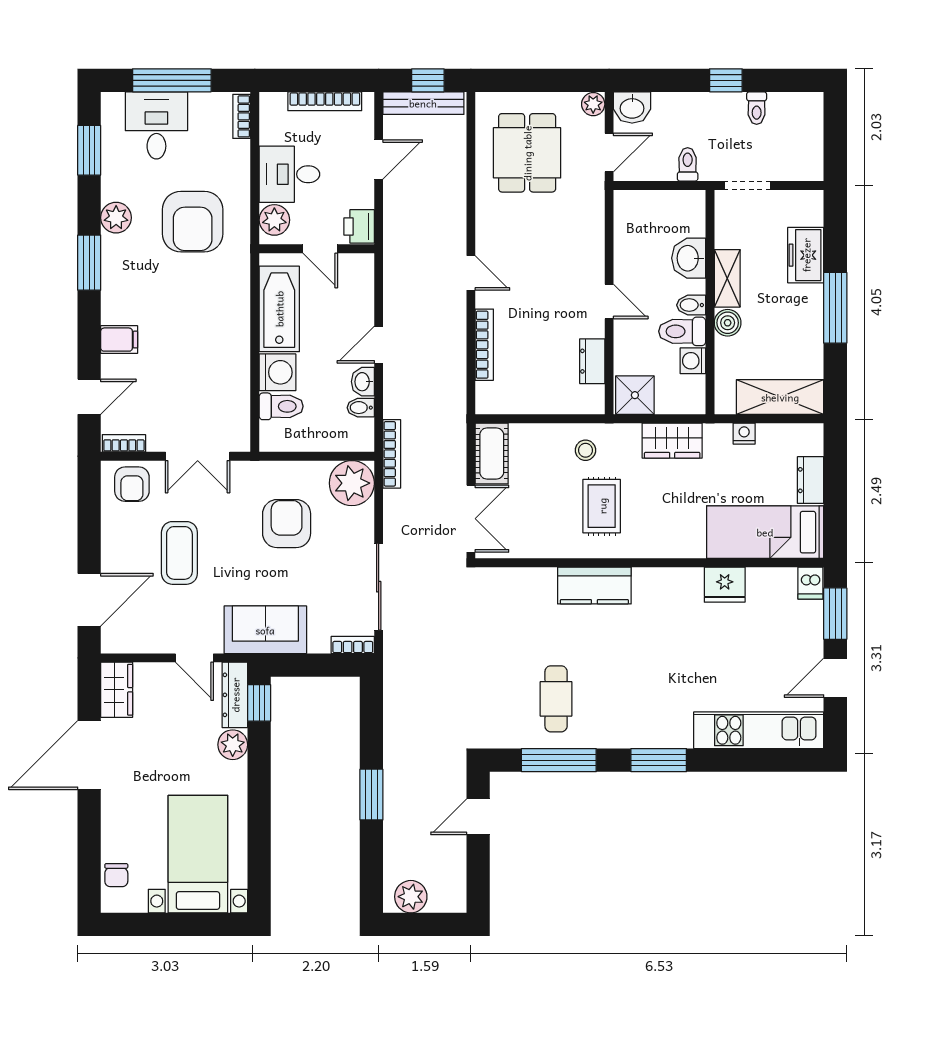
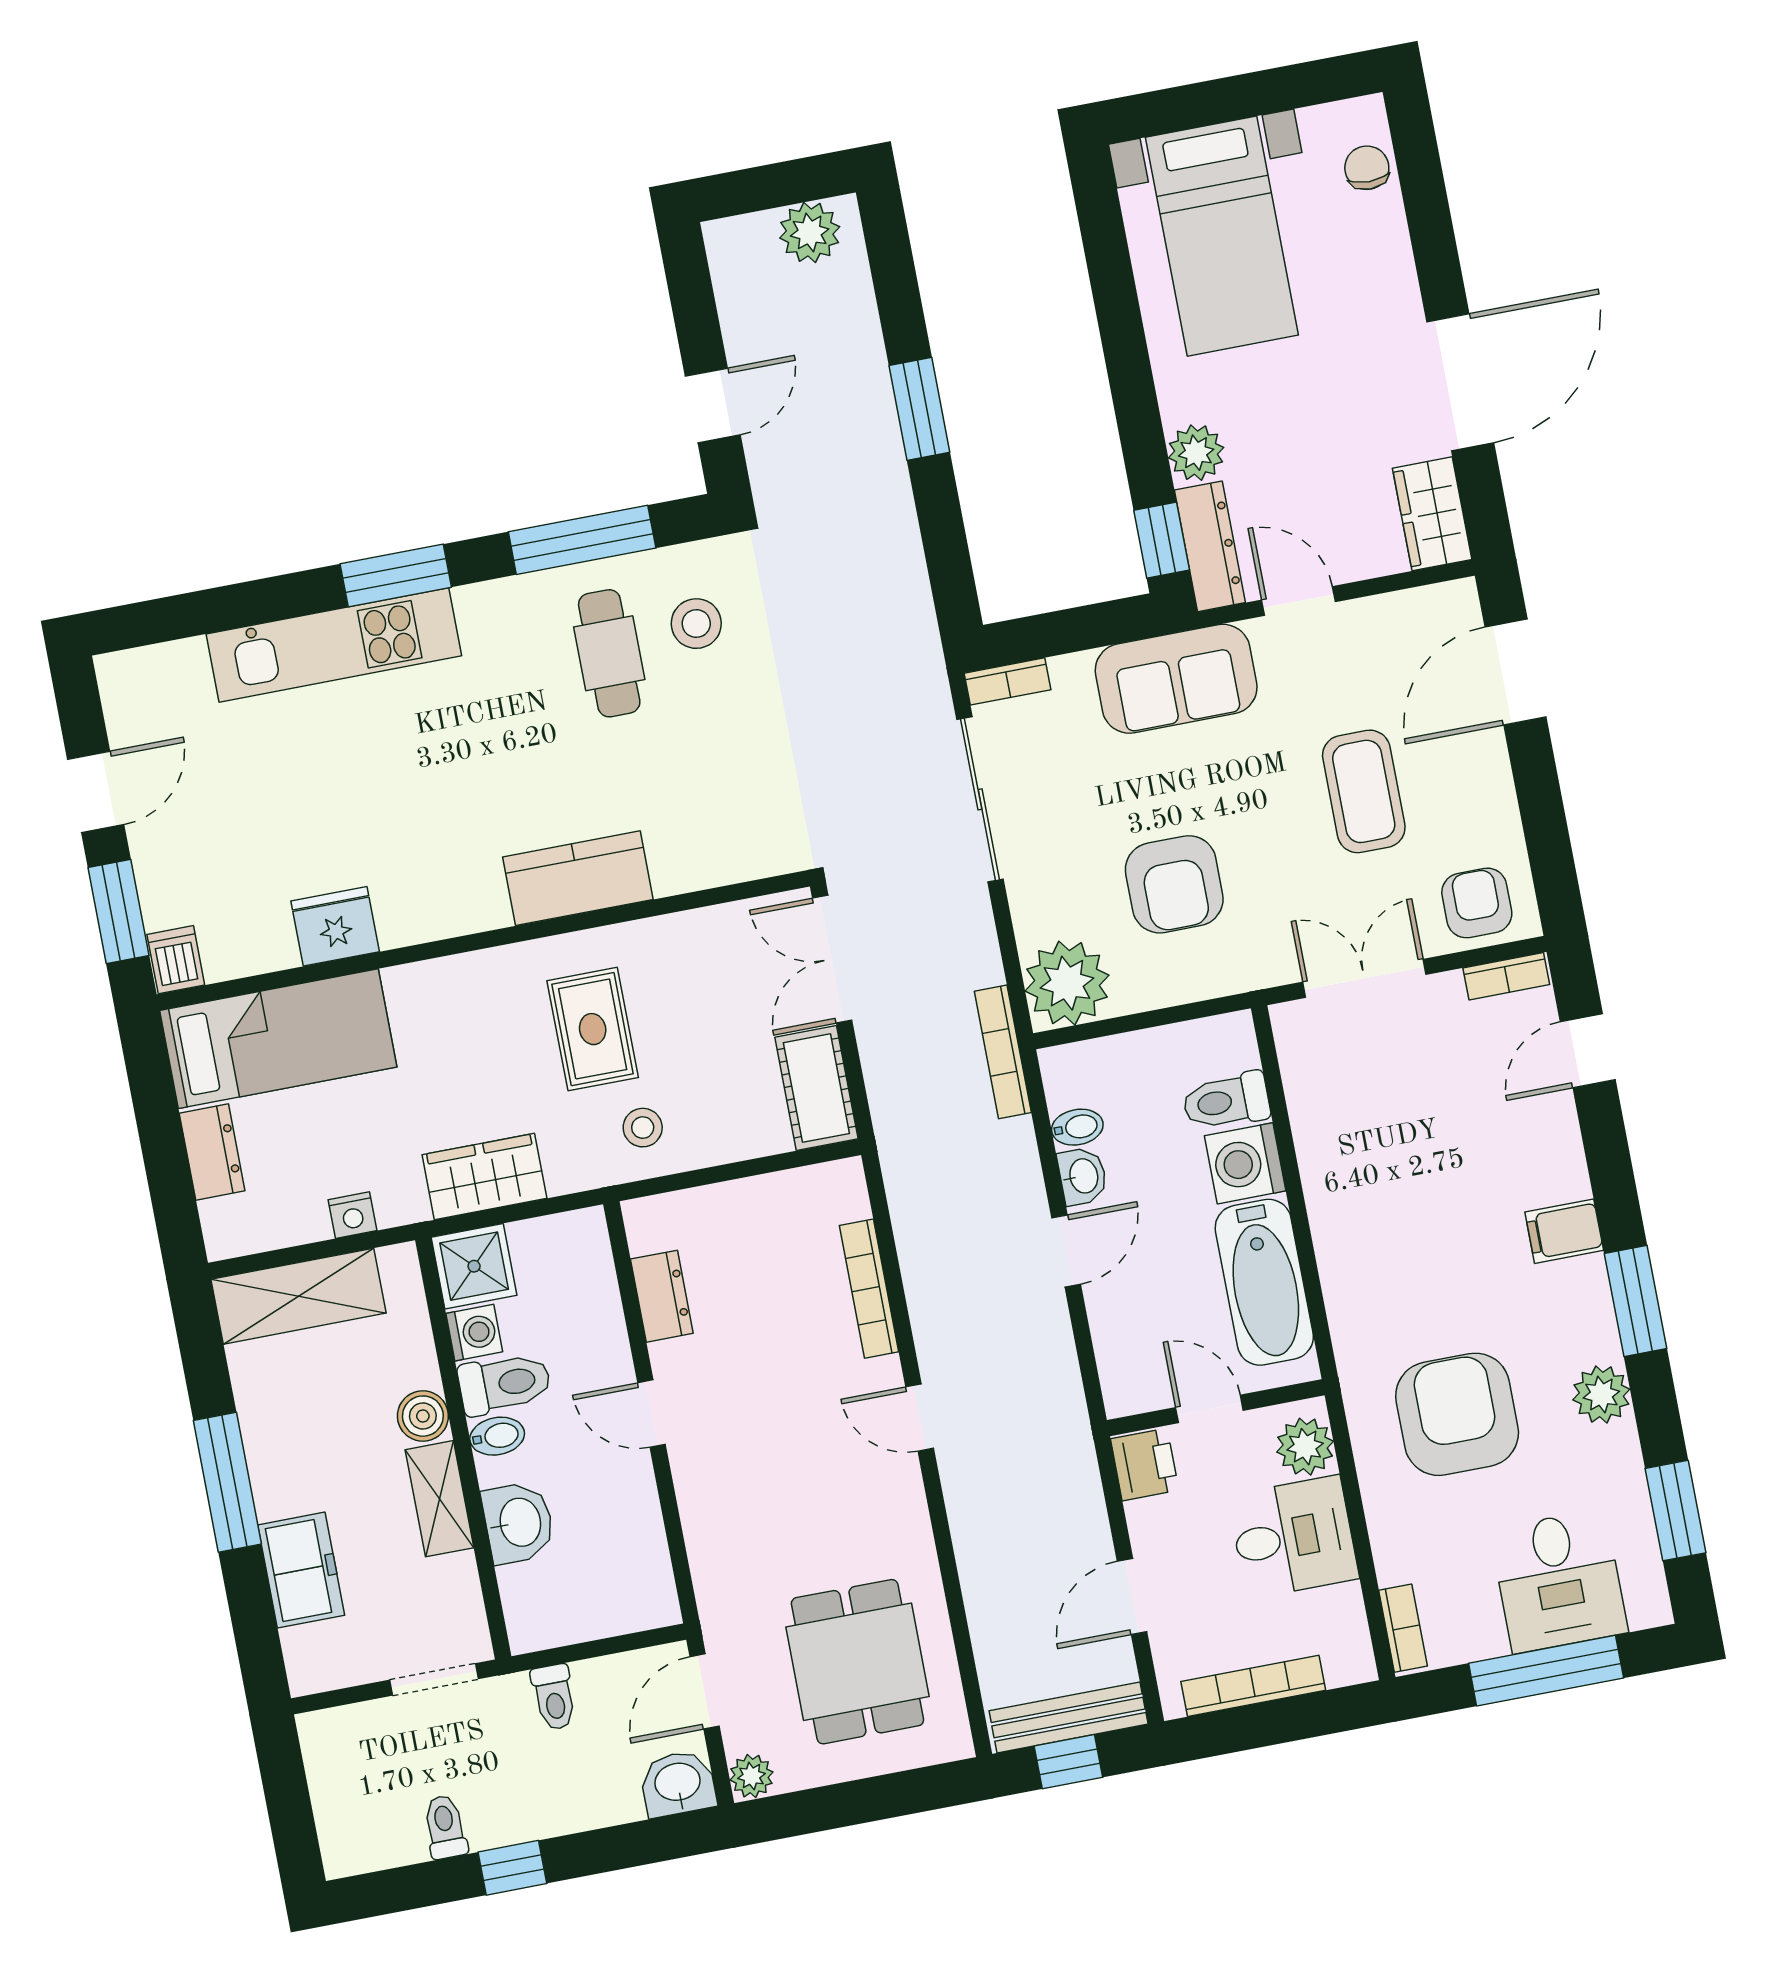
filing cabinet: (119, 340) -> (1564, 1231), moved
shower: (635, 395) -> (474, 1266), moved
stool: (508, 706) -> (696, 624), added
kitchen unit: (759, 730) -> (334, 645), moved

